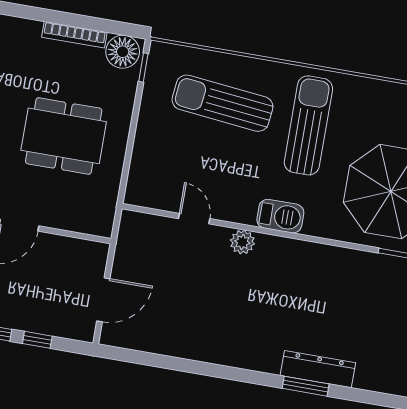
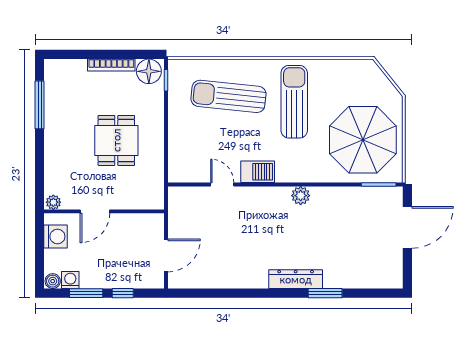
dining table: (64, 136) -> (116, 140), width x0.73
barbecue: (280, 216) -> (258, 172), moved
plant: (242, 242) -> (301, 196), moved
dresser: (318, 369) -> (296, 279), moved

